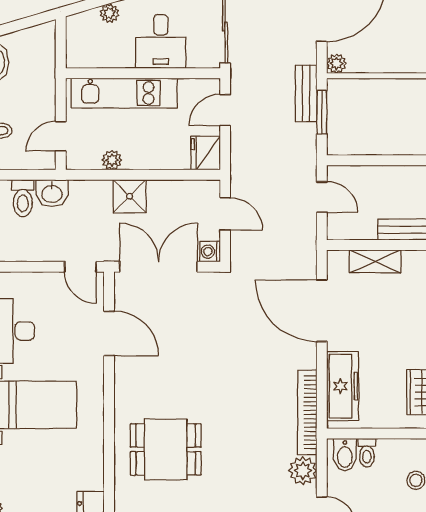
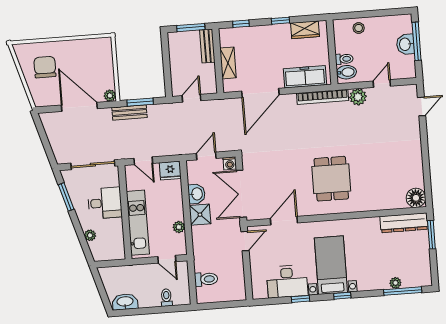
washbasin: (52, 193) -> (197, 194), moved
dining table: (166, 449) -> (331, 179), moved

